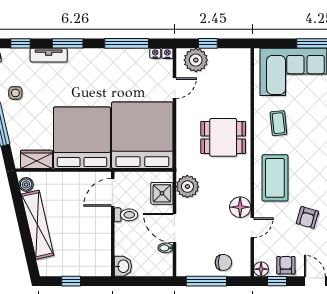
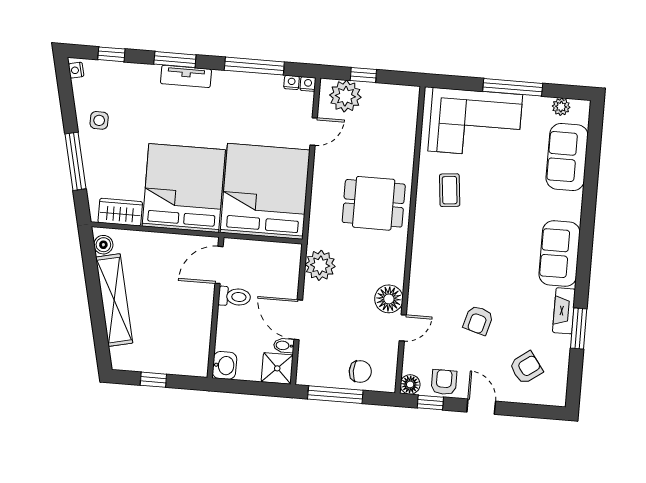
tv unit: (49, 55) -> (186, 76), moved
coffee table: (275, 178) -> (439, 263), removed
shower: (162, 193) -> (277, 368), moved

